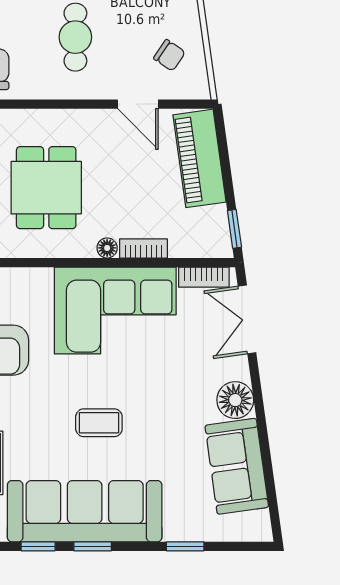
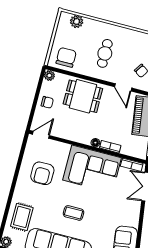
dining table: (46, 188) -> (83, 96), moved, turned 90
floor lamp: (235, 400) -> (131, 218), removed

